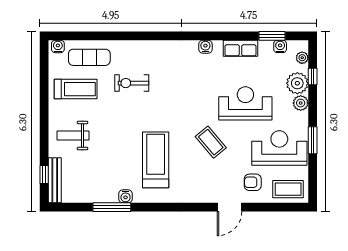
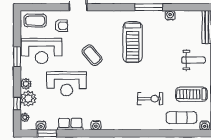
water cooler: (126, 196) -> (170, 15), moved
window: (112, 207) -> (149, 7), moved

